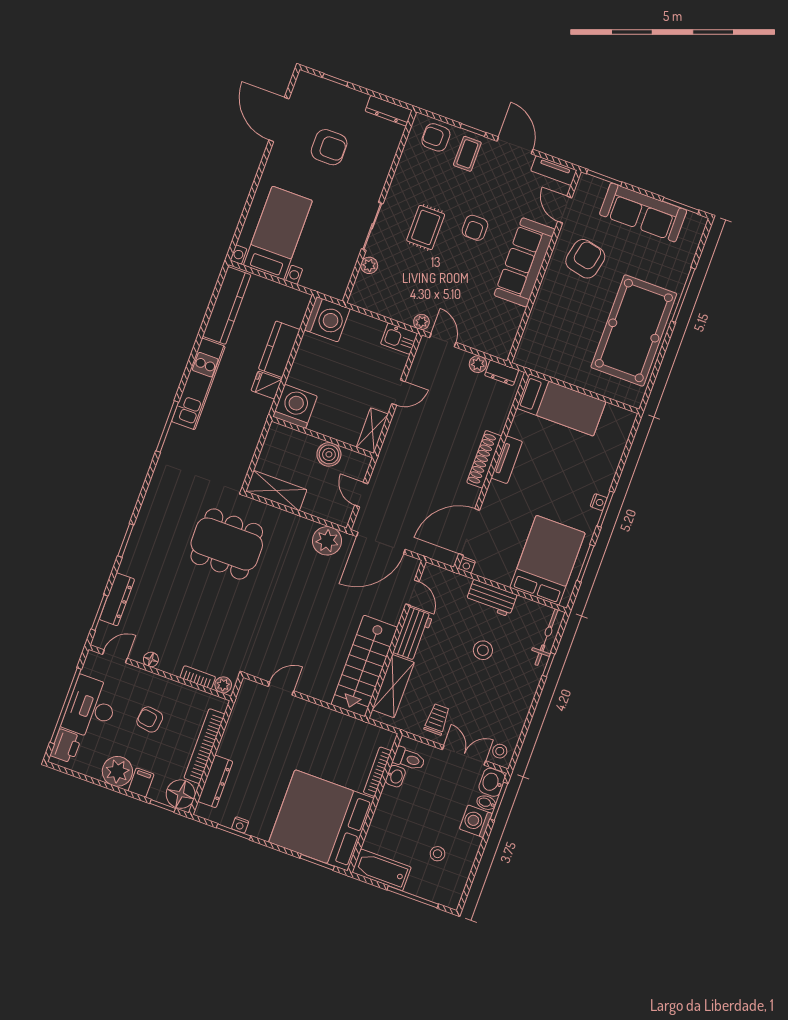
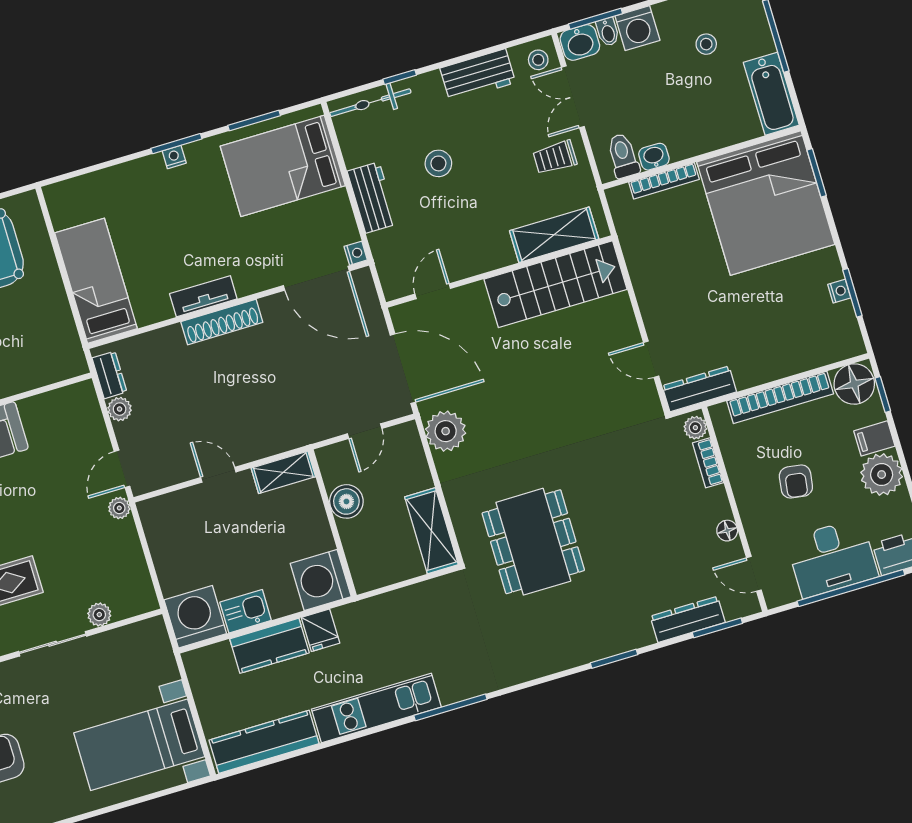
kitchen sink: (399, 339) -> (246, 611), moved, turned -90
workbench: (413, 634) -> (478, 75), moved, turned 180
dresser: (215, 781) -> (699, 389), moved

